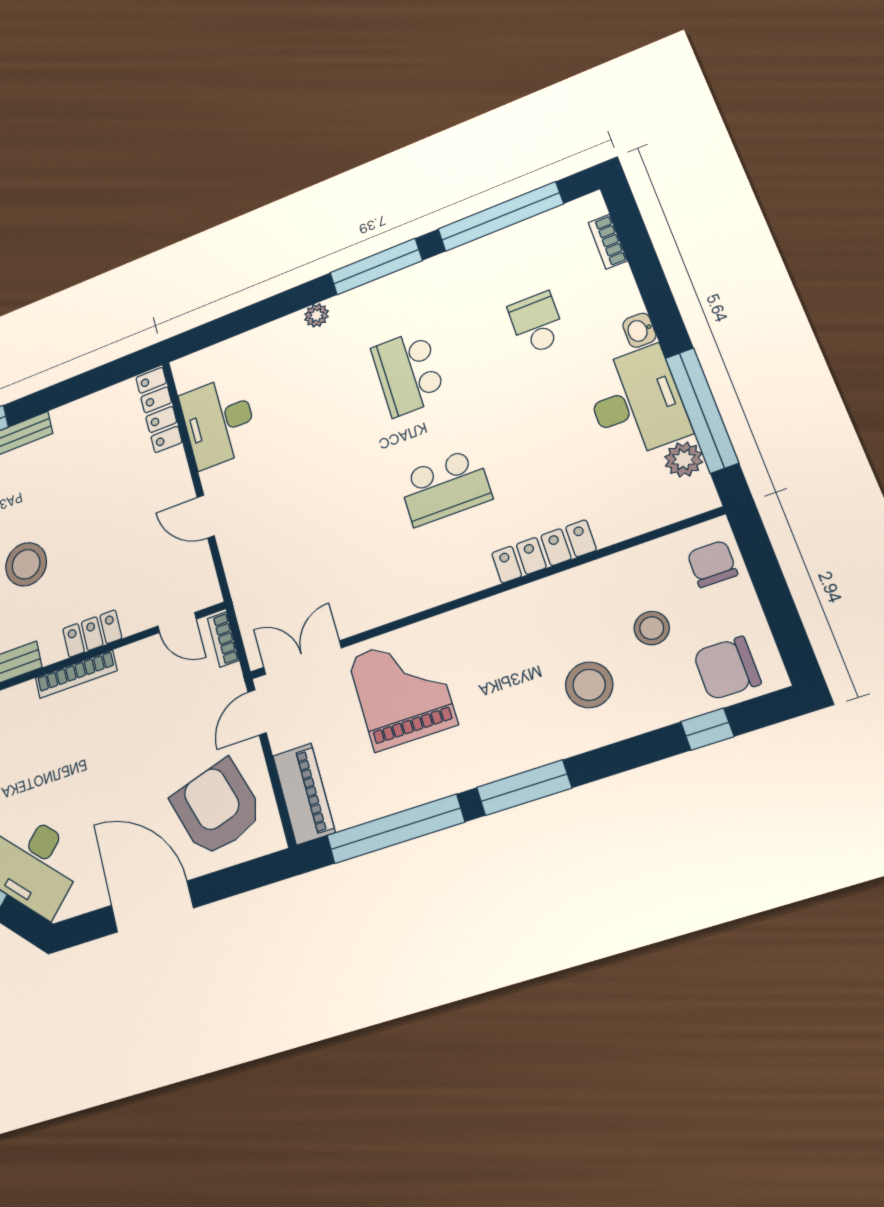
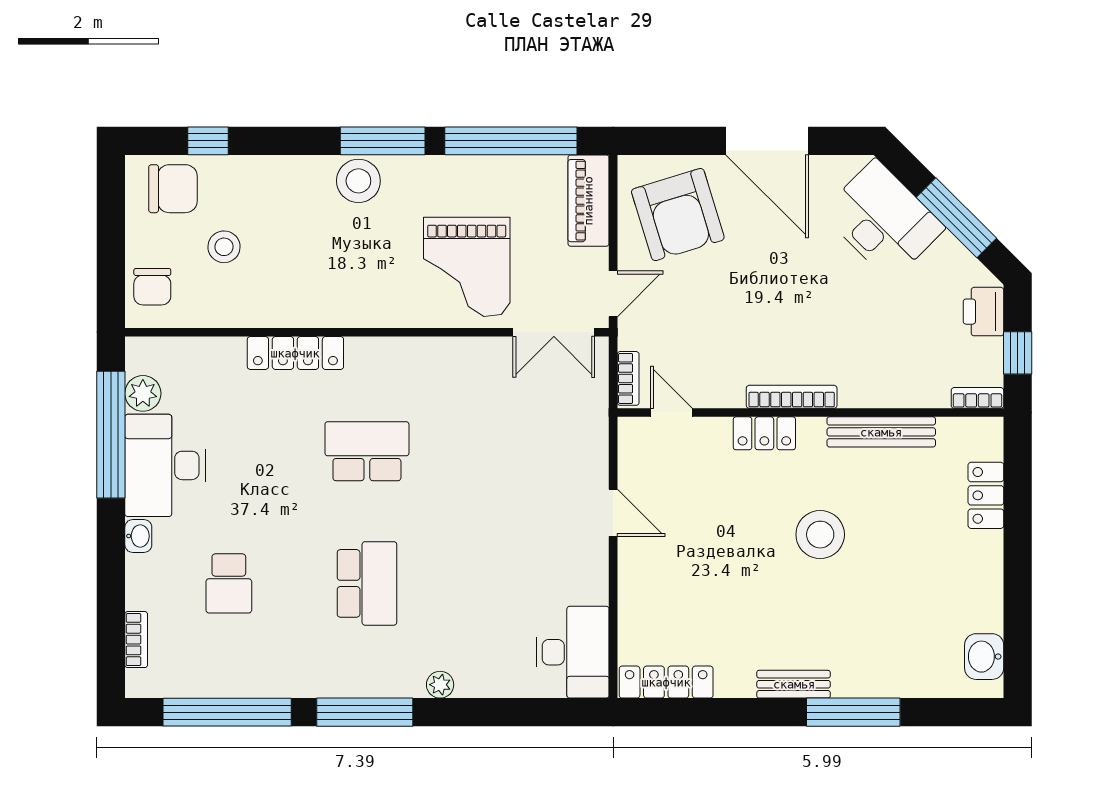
locker: (159, 410) -> (666, 682), moved, turned -90
desk: (219, 422) -> (573, 652), moved
stool: (589, 685) -> (358, 181), moved

